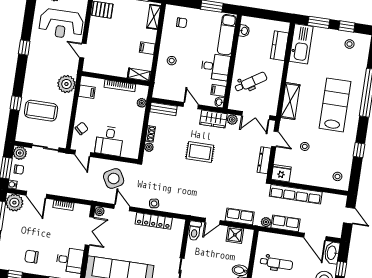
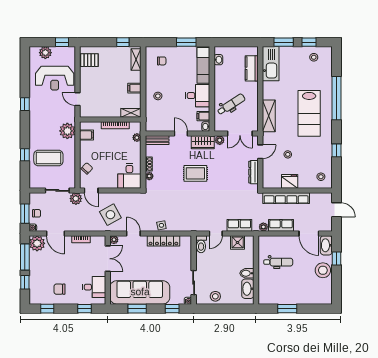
lab bench: (335, 105) -> (309, 113), turned 180
door: (275, 139) -> (260, 152), hinge flipped
desk: (109, 141) -> (129, 176), moved
plant: (20, 153) -> (76, 199), moved
fridge: (281, 173) -> (290, 181), moved
side table: (114, 178) -> (110, 215), moved

